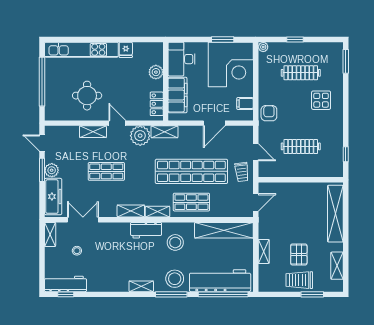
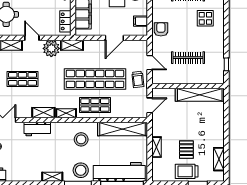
shelving: (335, 214) -> (200, 95), moved, turned 90
workbench: (146, 230) -> (37, 129), moved

